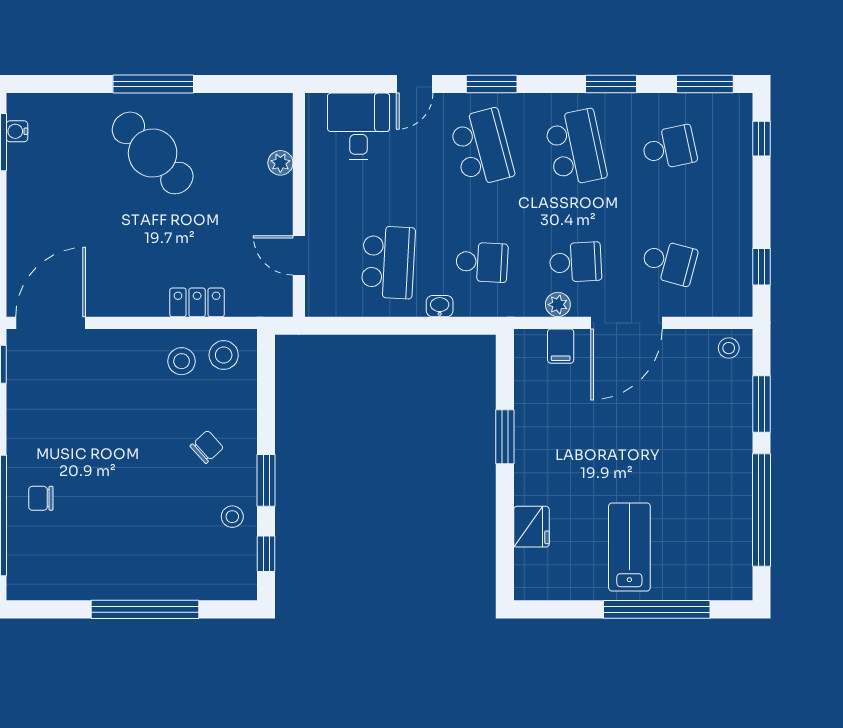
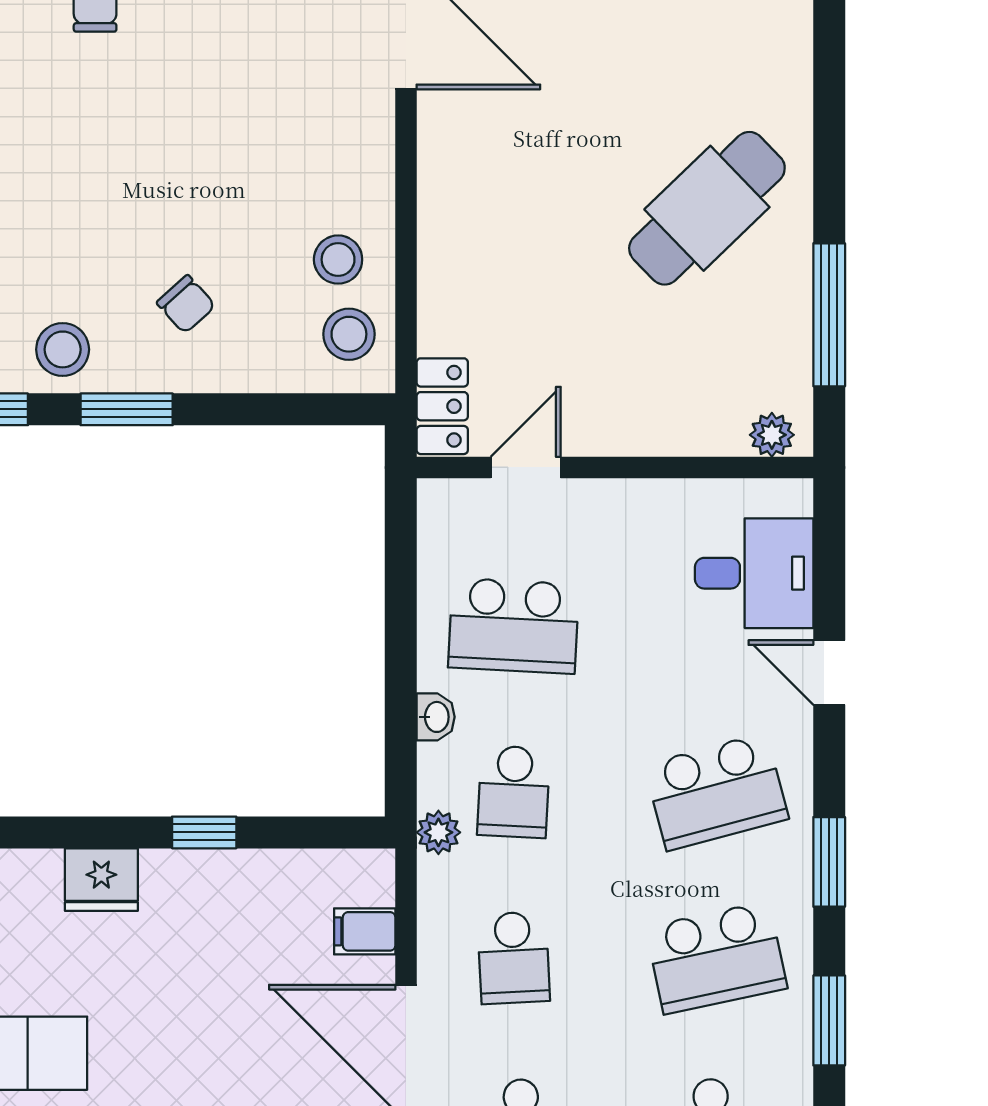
window: (153, 84) -> (829, 315), moved
window: (492, 84) -> (829, 862), moved
plant: (280, 163) -> (772, 435), moved
locker: (197, 302) -> (442, 406), moved
plant: (558, 305) -> (438, 832), moved
window: (505, 437) -> (204, 832), width x0.67
stool: (232, 517) -> (63, 349), width x1.37, depth x1.37
fridge: (531, 527) -> (101, 880), moved

